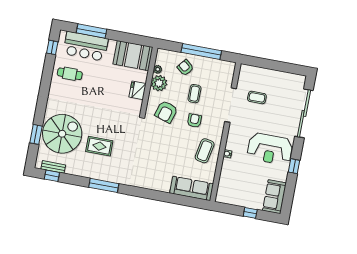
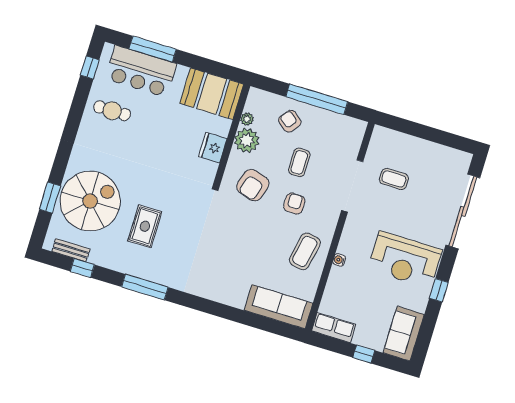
rug: (99, 146) -> (145, 226), turned 90
window: (52, 176) -> (82, 268), moved
row of seats: (229, 198) -> (334, 328), added

